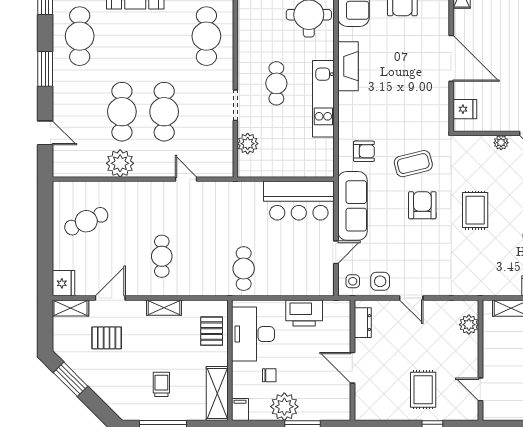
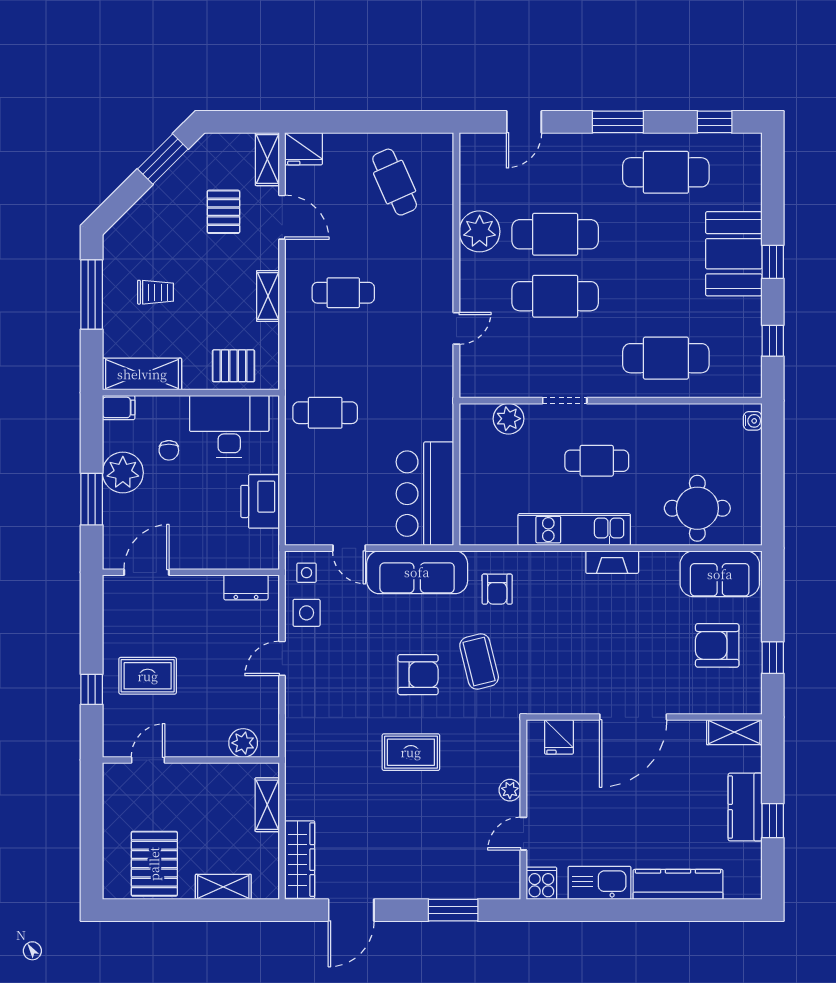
fireplace: (348, 66) -> (612, 562), width x0.73, depth x0.76
door: (352, 368) -> (146, 572), moved

